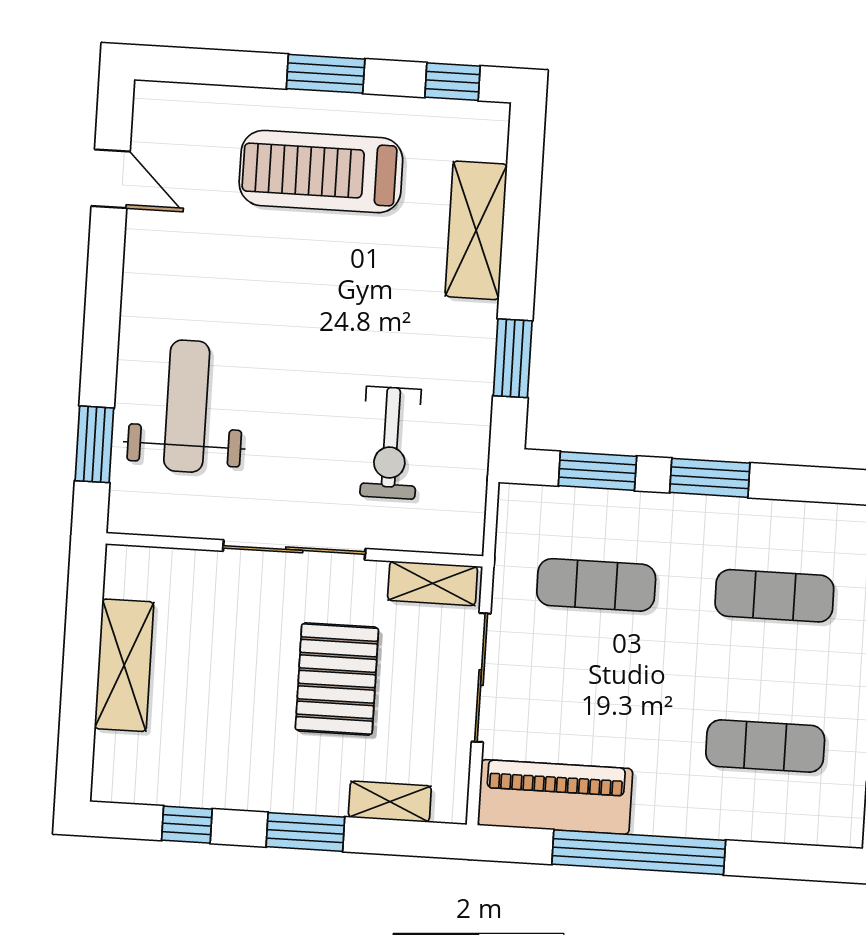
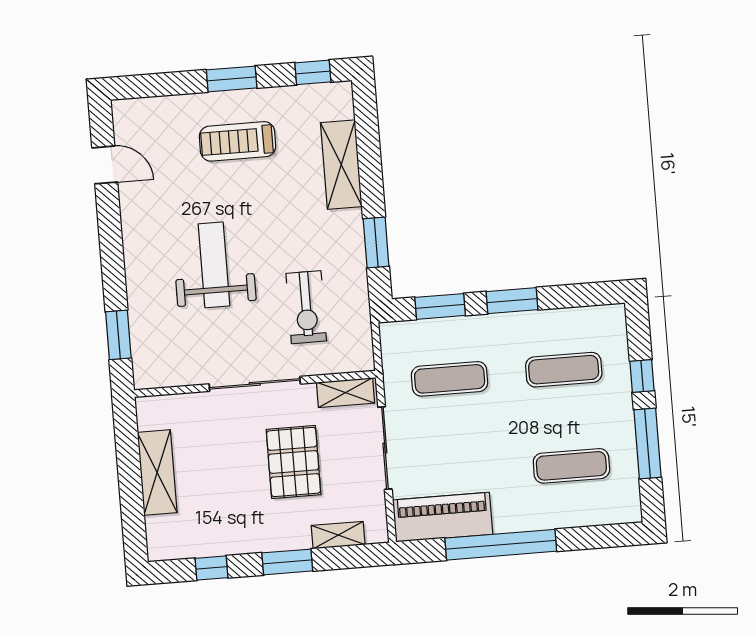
treadmill: (321, 172) -> (238, 141), width x0.73, depth x0.73
weight bench: (187, 406) -> (214, 265), moved

